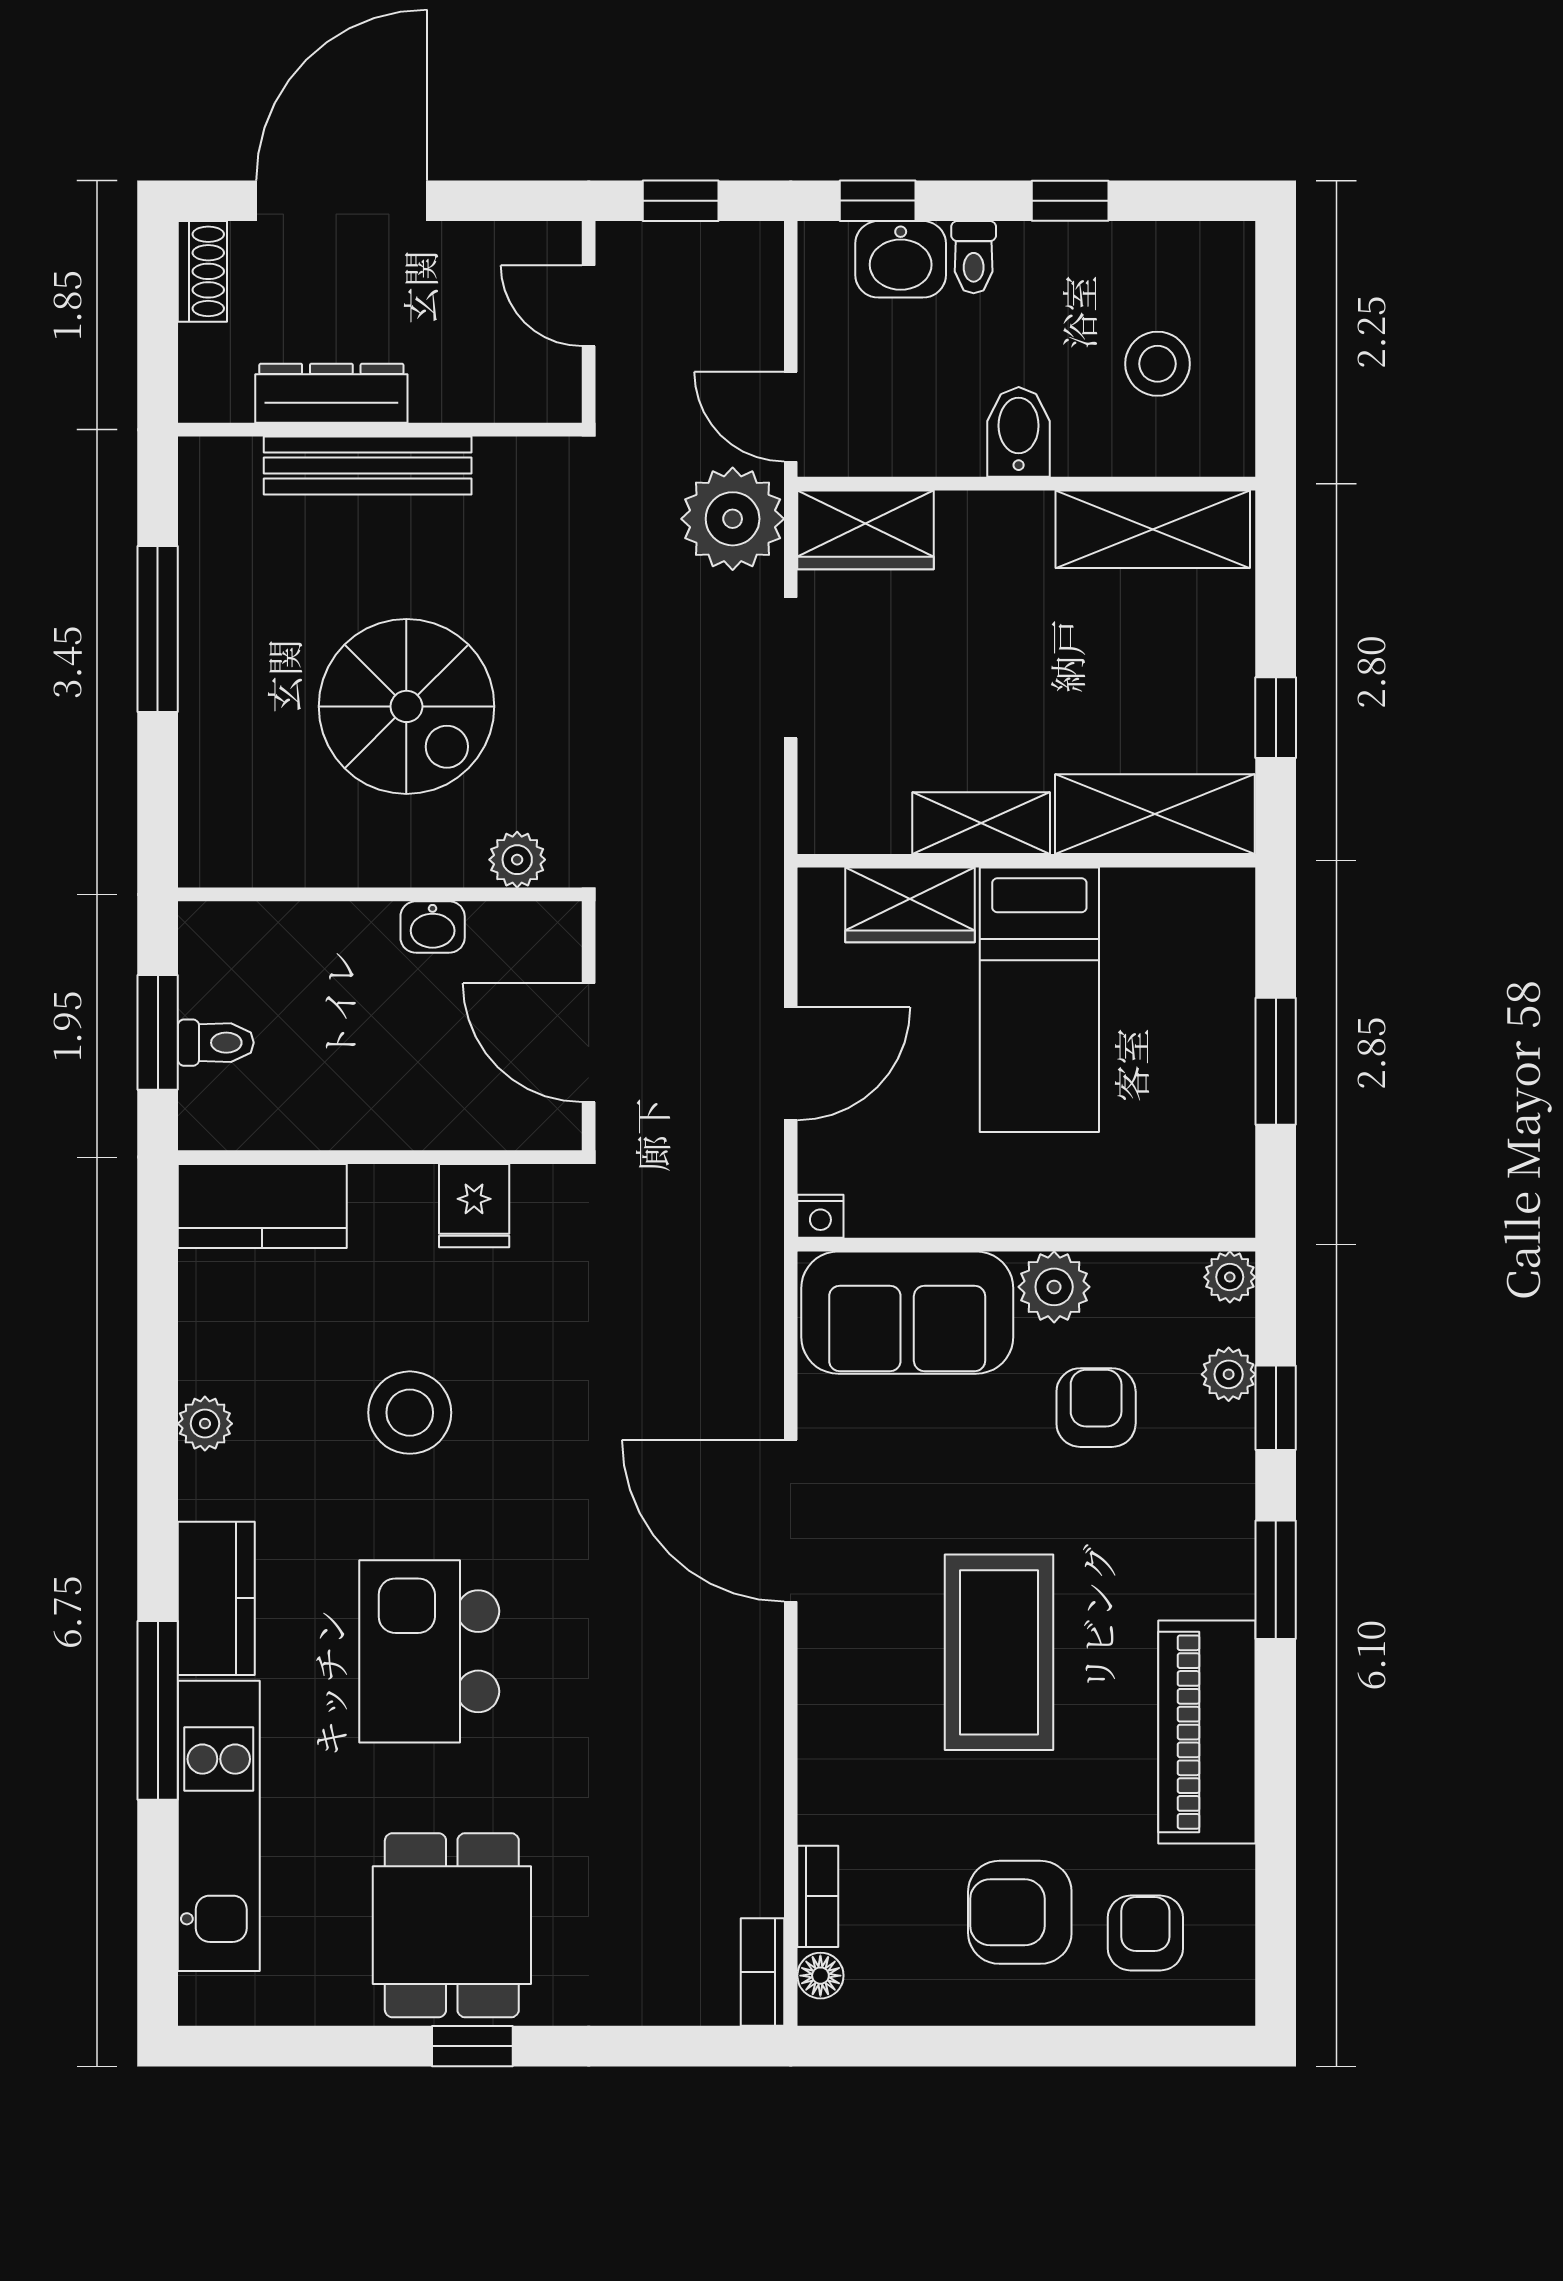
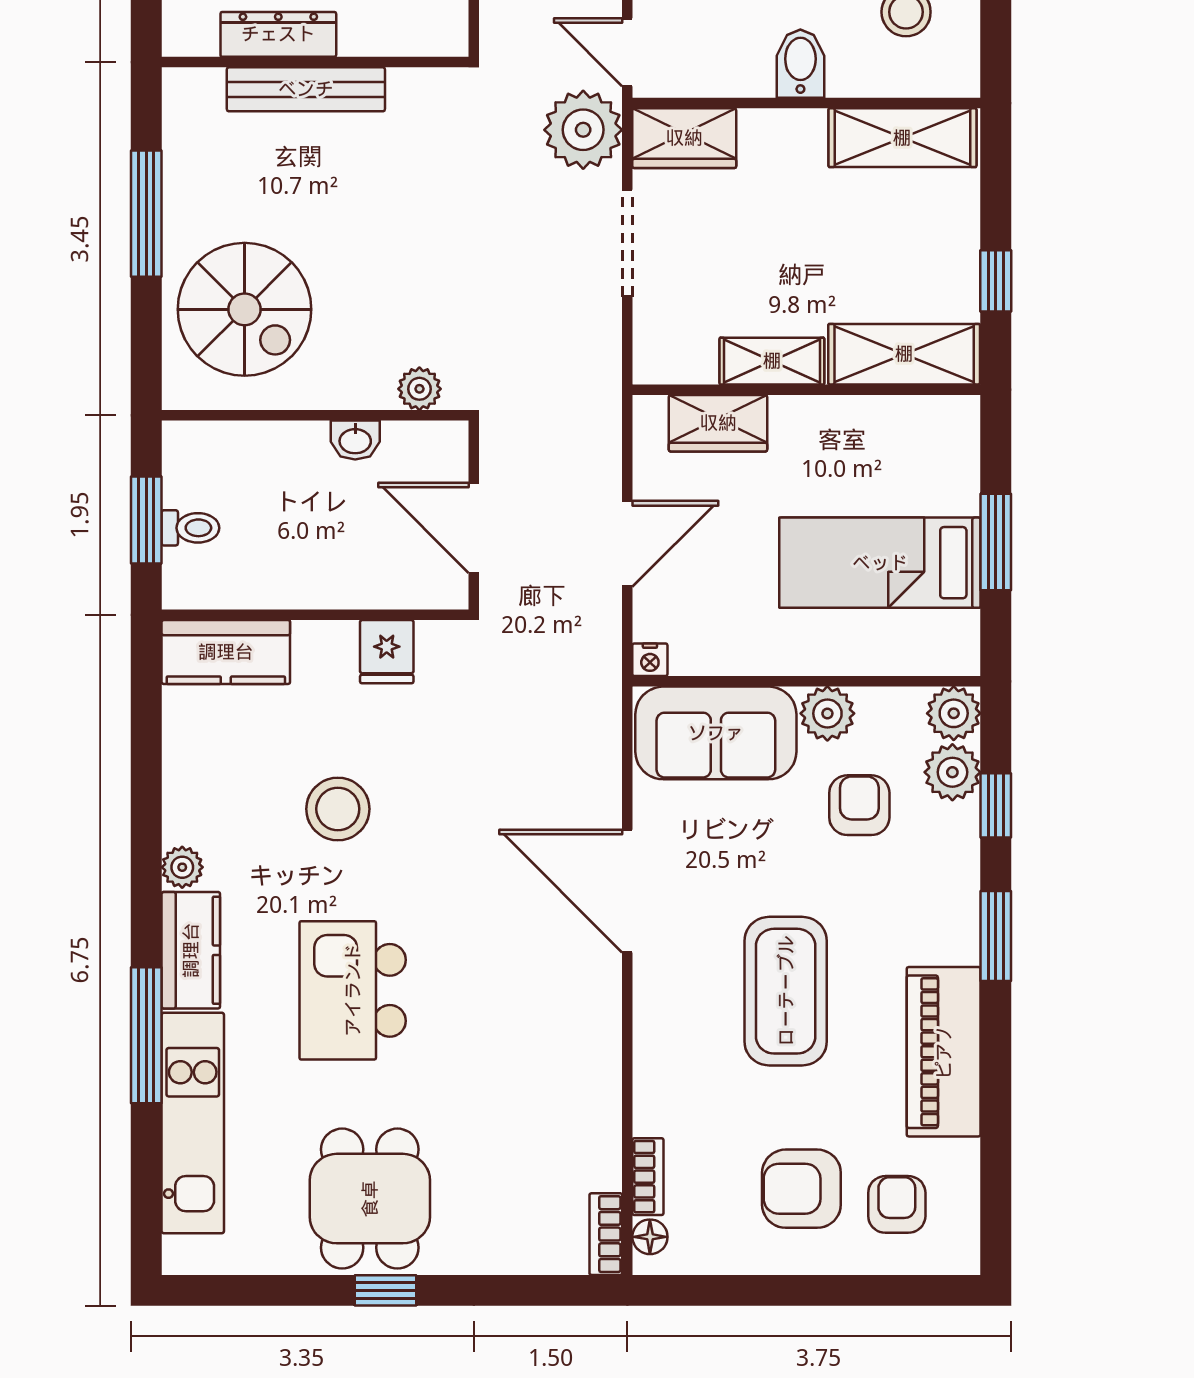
spiral stairs: (406, 706) -> (245, 309), moved
bed: (1039, 1000) -> (880, 563), moved, turned 90
plant: (1230, 1277) -> (954, 713), width x1.38, depth x1.38
plant: (1229, 1374) -> (952, 772), width x1.38, depth x1.38
plant: (205, 1424) -> (182, 867), moved

